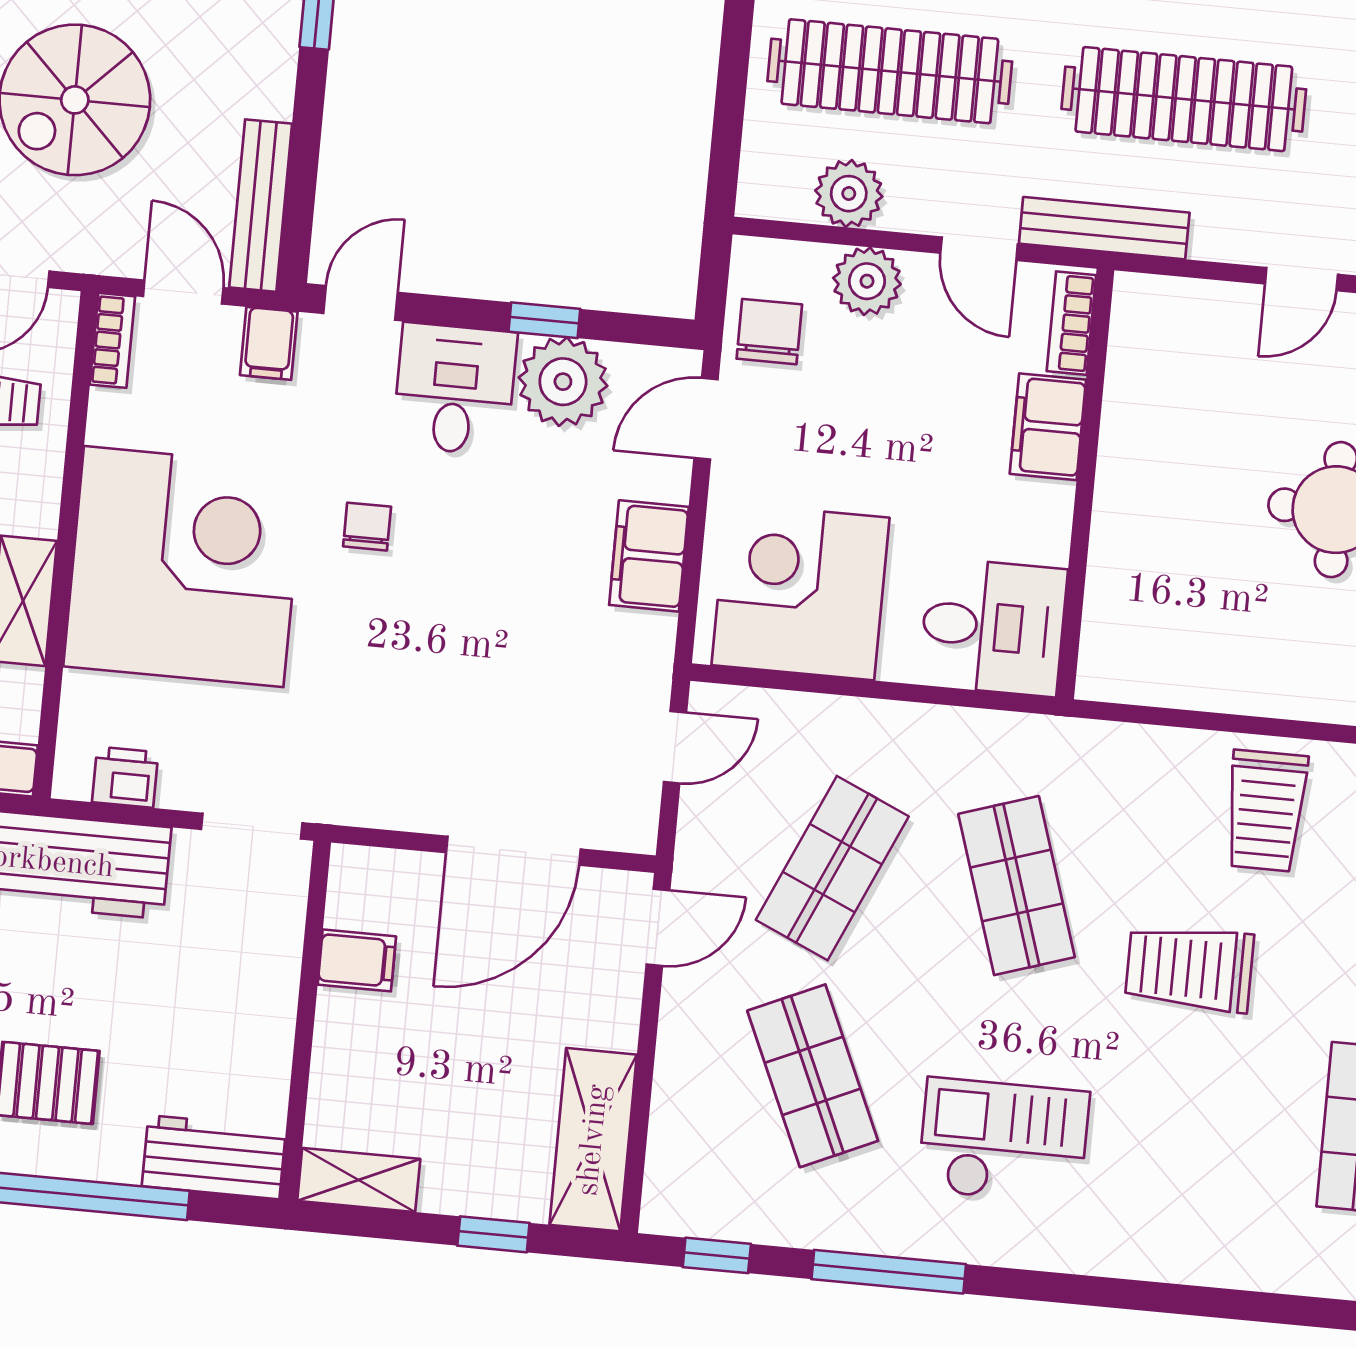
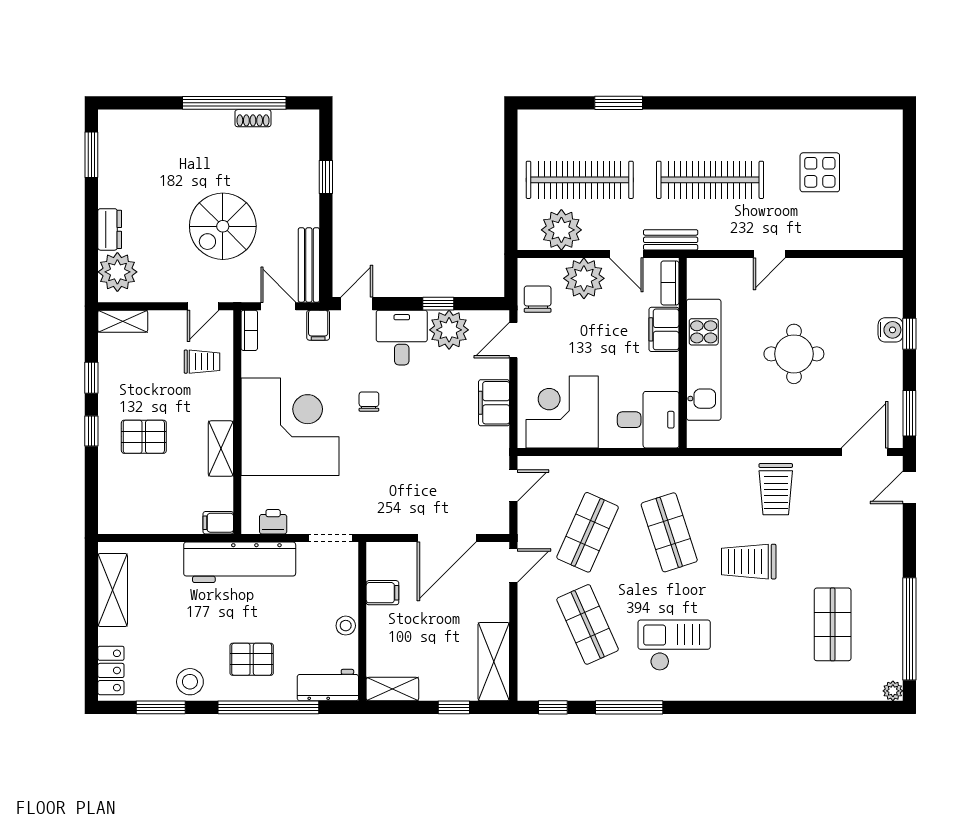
plant: (849, 194) -> (561, 230), width x1.36, depth x1.36
bench: (1104, 228) -> (671, 240), width x0.73
plant: (867, 281) -> (584, 278), width x1.36, depth x1.36
kitchen unit: (1131, 504) -> (704, 360), added
stool: (267, 1027) -> (346, 626), added

